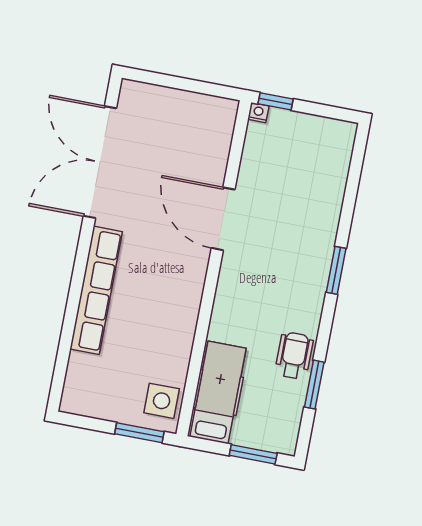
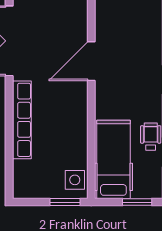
door: (223, 219) -> (91, 61), hinge flipped
hospital bed: (218, 392) -> (113, 159), width x1.37, depth x1.29

